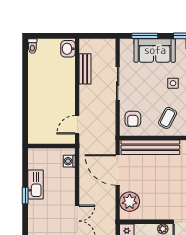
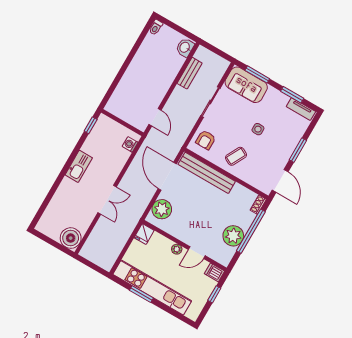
sofa: (155, 50) -> (246, 85), moved
door: (77, 125) -> (155, 117), swing flipped
kitchen sink: (35, 184) -> (79, 166), moved
window: (25, 196) -> (91, 125), moved

